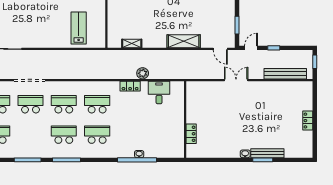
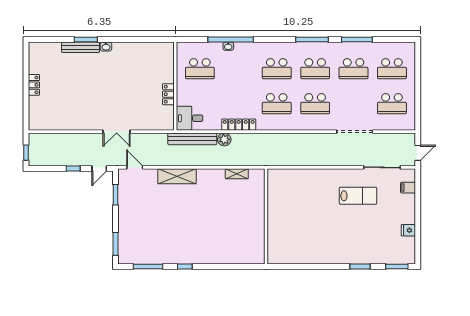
lab bench: (79, 28) -> (358, 196), moved, turned -90
bench: (285, 74) -> (192, 139), moved
locker: (130, 86) -> (239, 125), width x1.53
desk: (159, 92) -> (190, 118), moved, turned 90
school desk: (30, 104) -> (354, 69), moved
locker: (191, 134) -> (168, 94), moved
school desk: (164, 135) -> (200, 69), added

